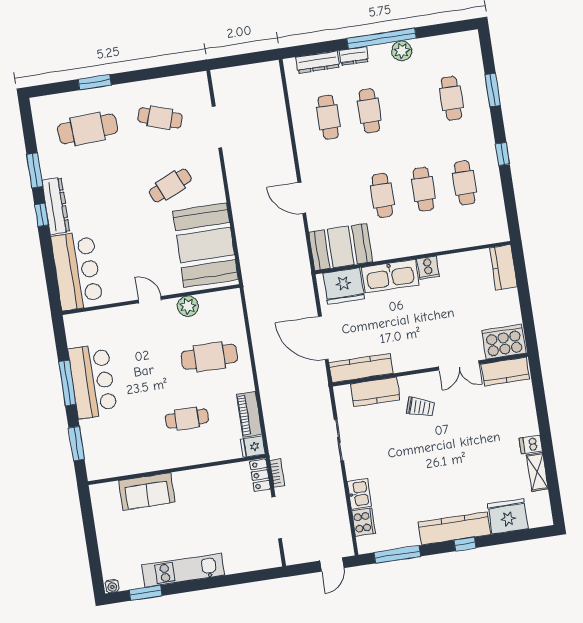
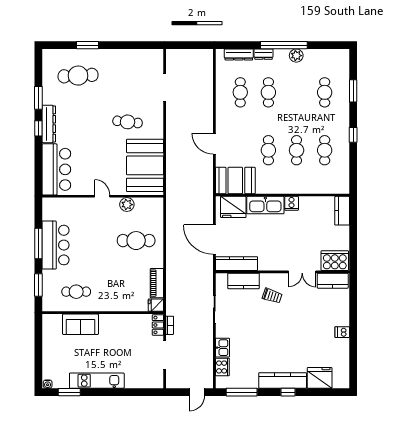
cafe table: (160, 118) -> (128, 76), removed
cafe table: (170, 185) -> (128, 122), turned 30
cafe table: (187, 419) -> (76, 292), moved
shelving: (537, 472) -> (344, 351), removed

